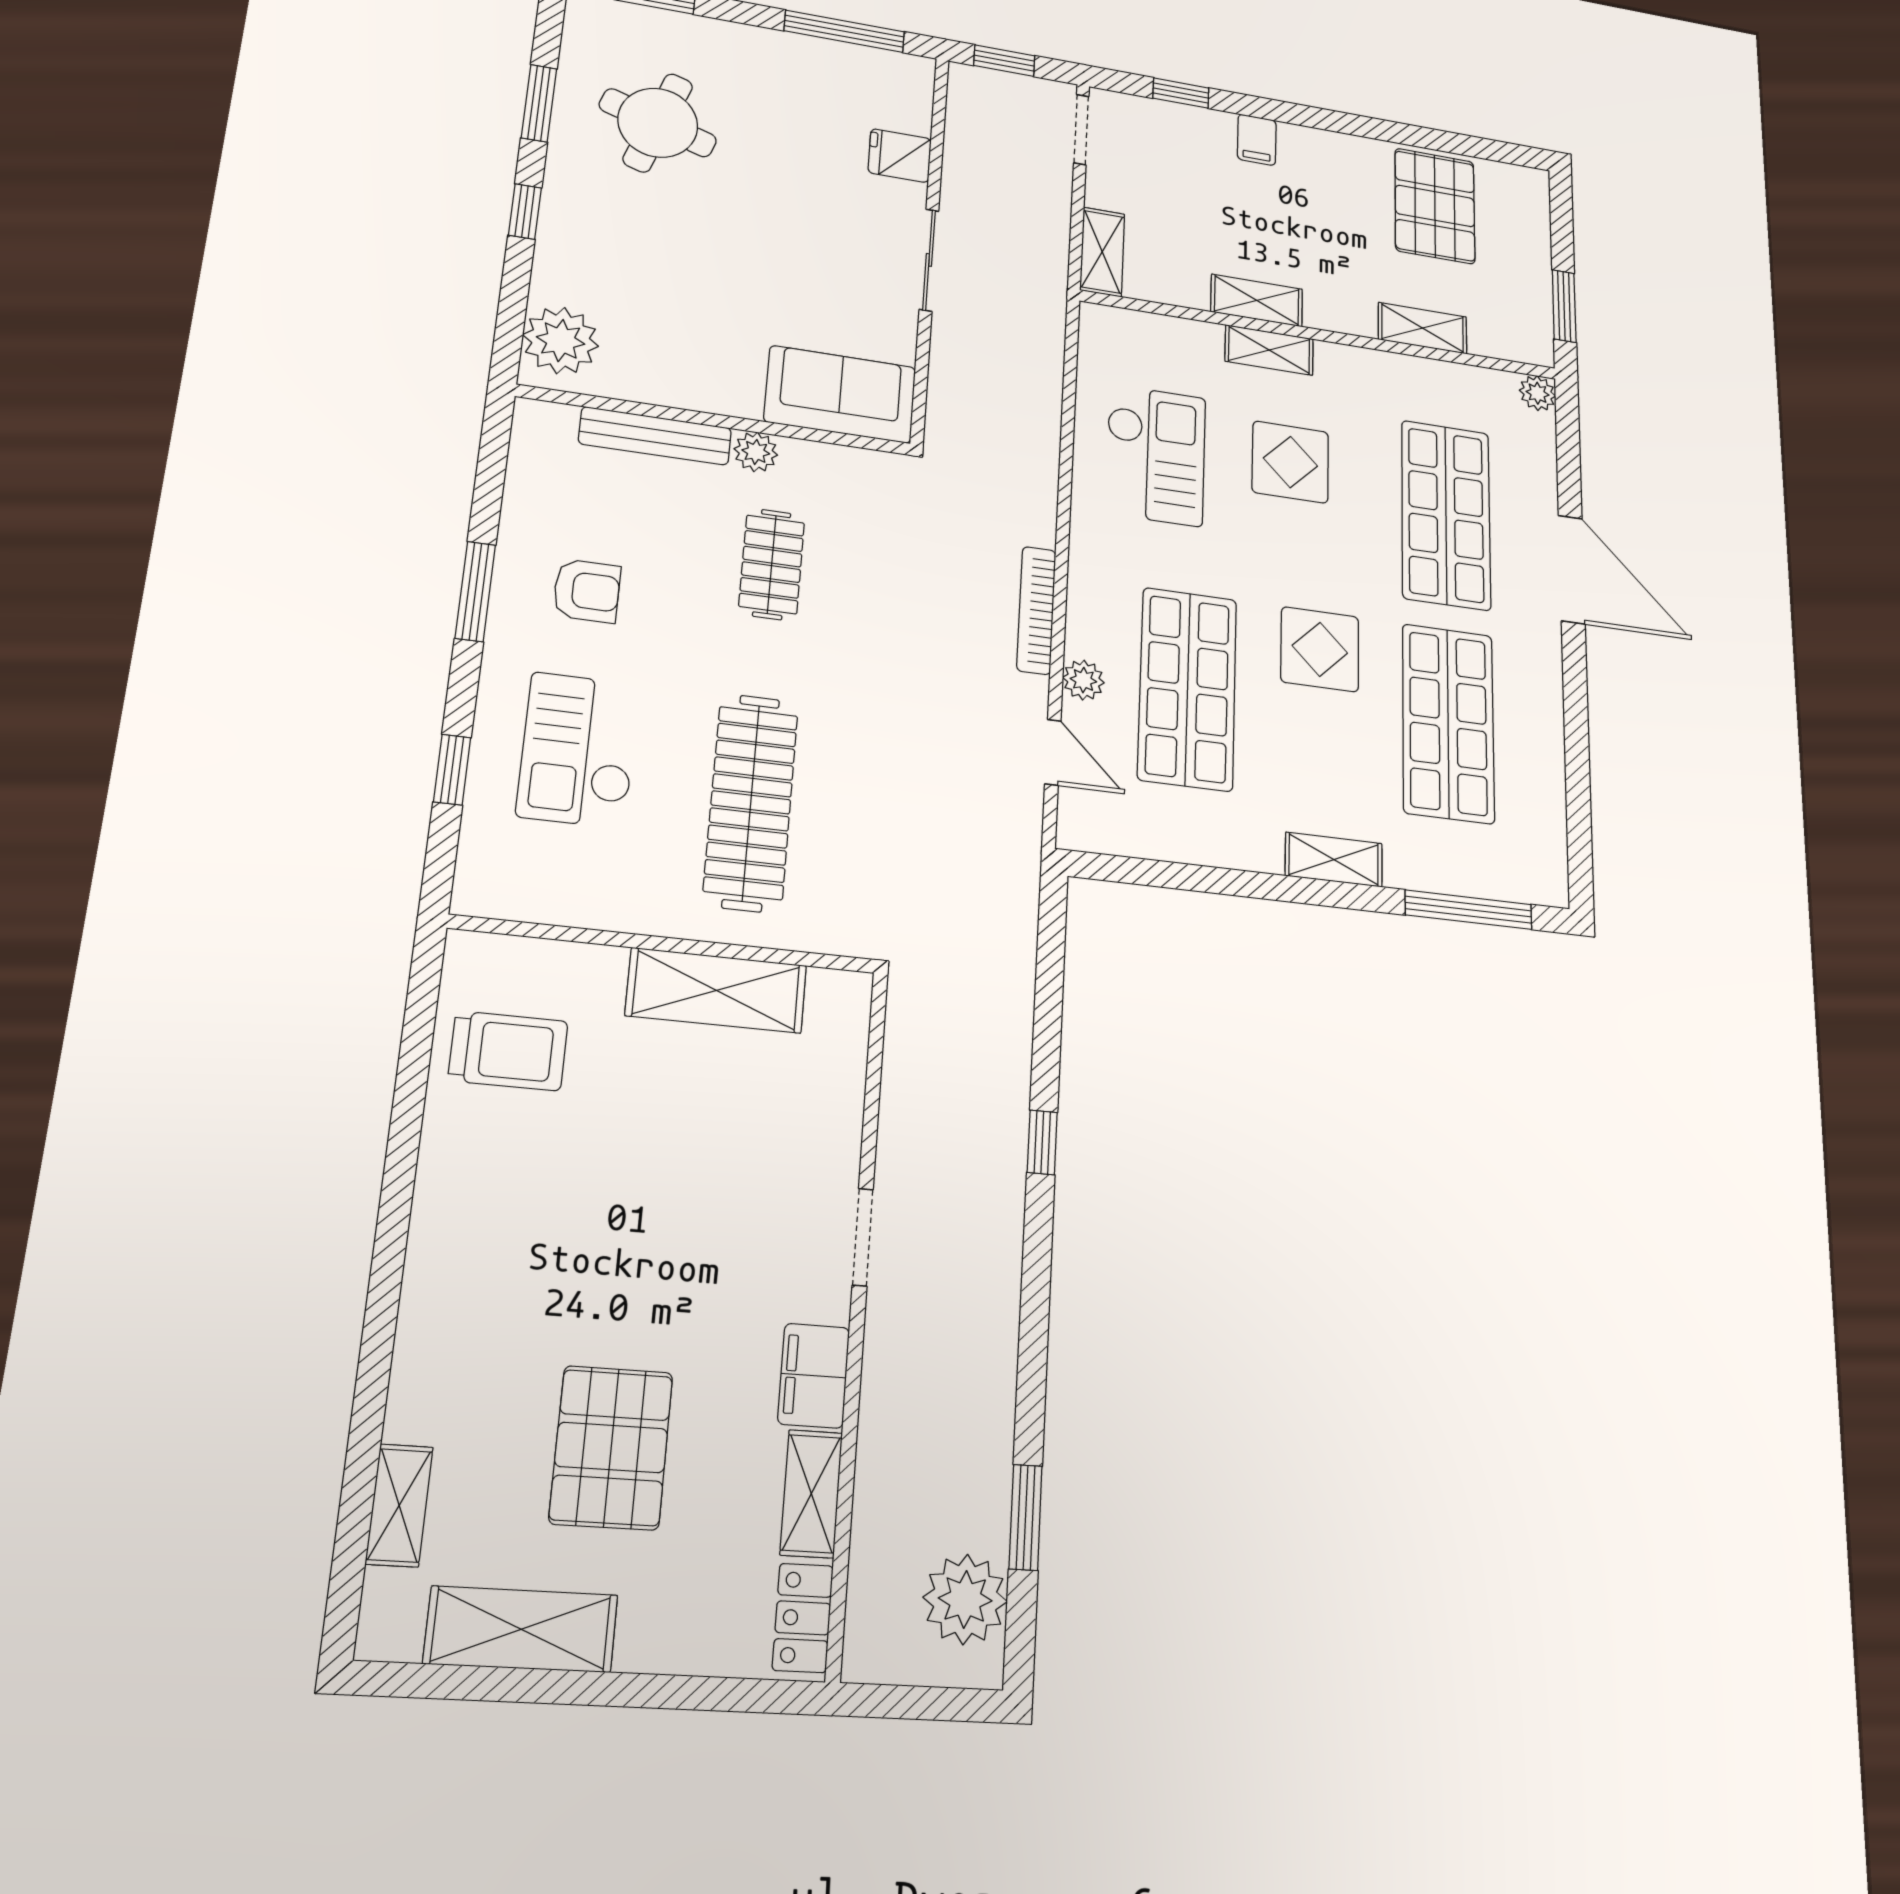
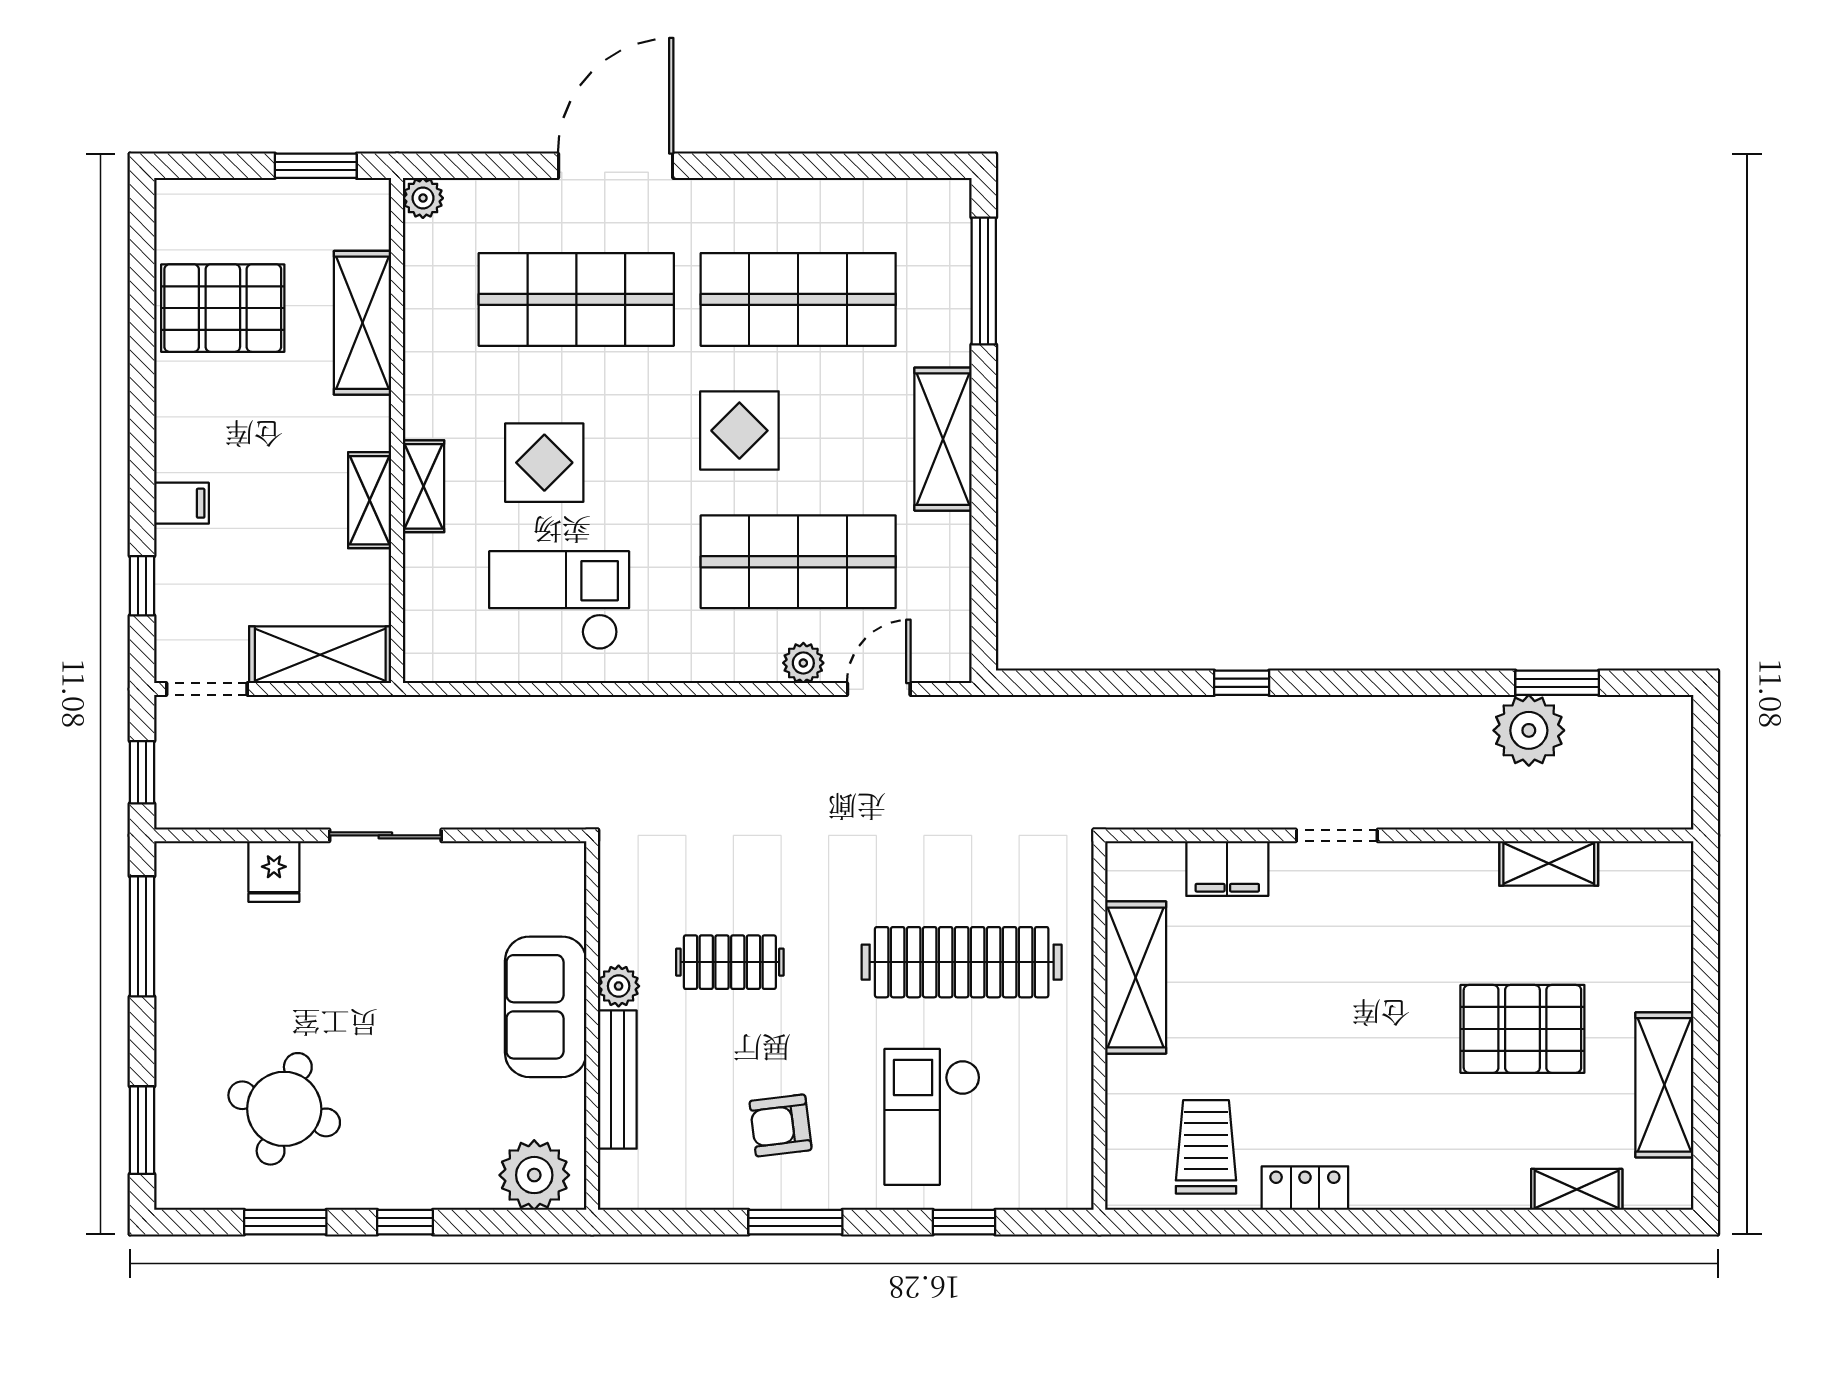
shelving: (1102, 252) -> (320, 655), width x1.50, depth x1.33
shelving: (1423, 328) -> (362, 323), width x1.50, depth x1.33
sofa: (840, 394) -> (546, 1007), moved
armchair: (587, 591) -> (781, 1125), turned -97
bookcase: (1036, 610) -> (739, 711), removed
checkout: (579, 750) -> (932, 1117), turned 90
shelving: (1334, 860) -> (943, 439), width x1.50, depth x1.33
filing cabinet: (814, 1376) -> (1227, 869), moved
plant: (965, 1599) -> (1529, 730), moved
locker: (803, 1618) -> (1305, 1188), moved, turned 180

